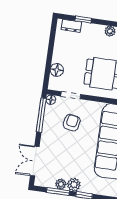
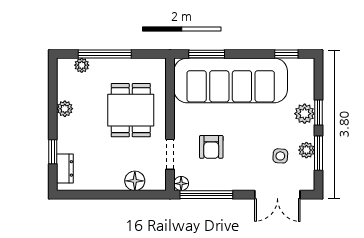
armchair: (72, 123) -> (211, 147), turned -101
side table: (59, 167) -> (280, 156), added
plant: (74, 185) -> (305, 114), moved

